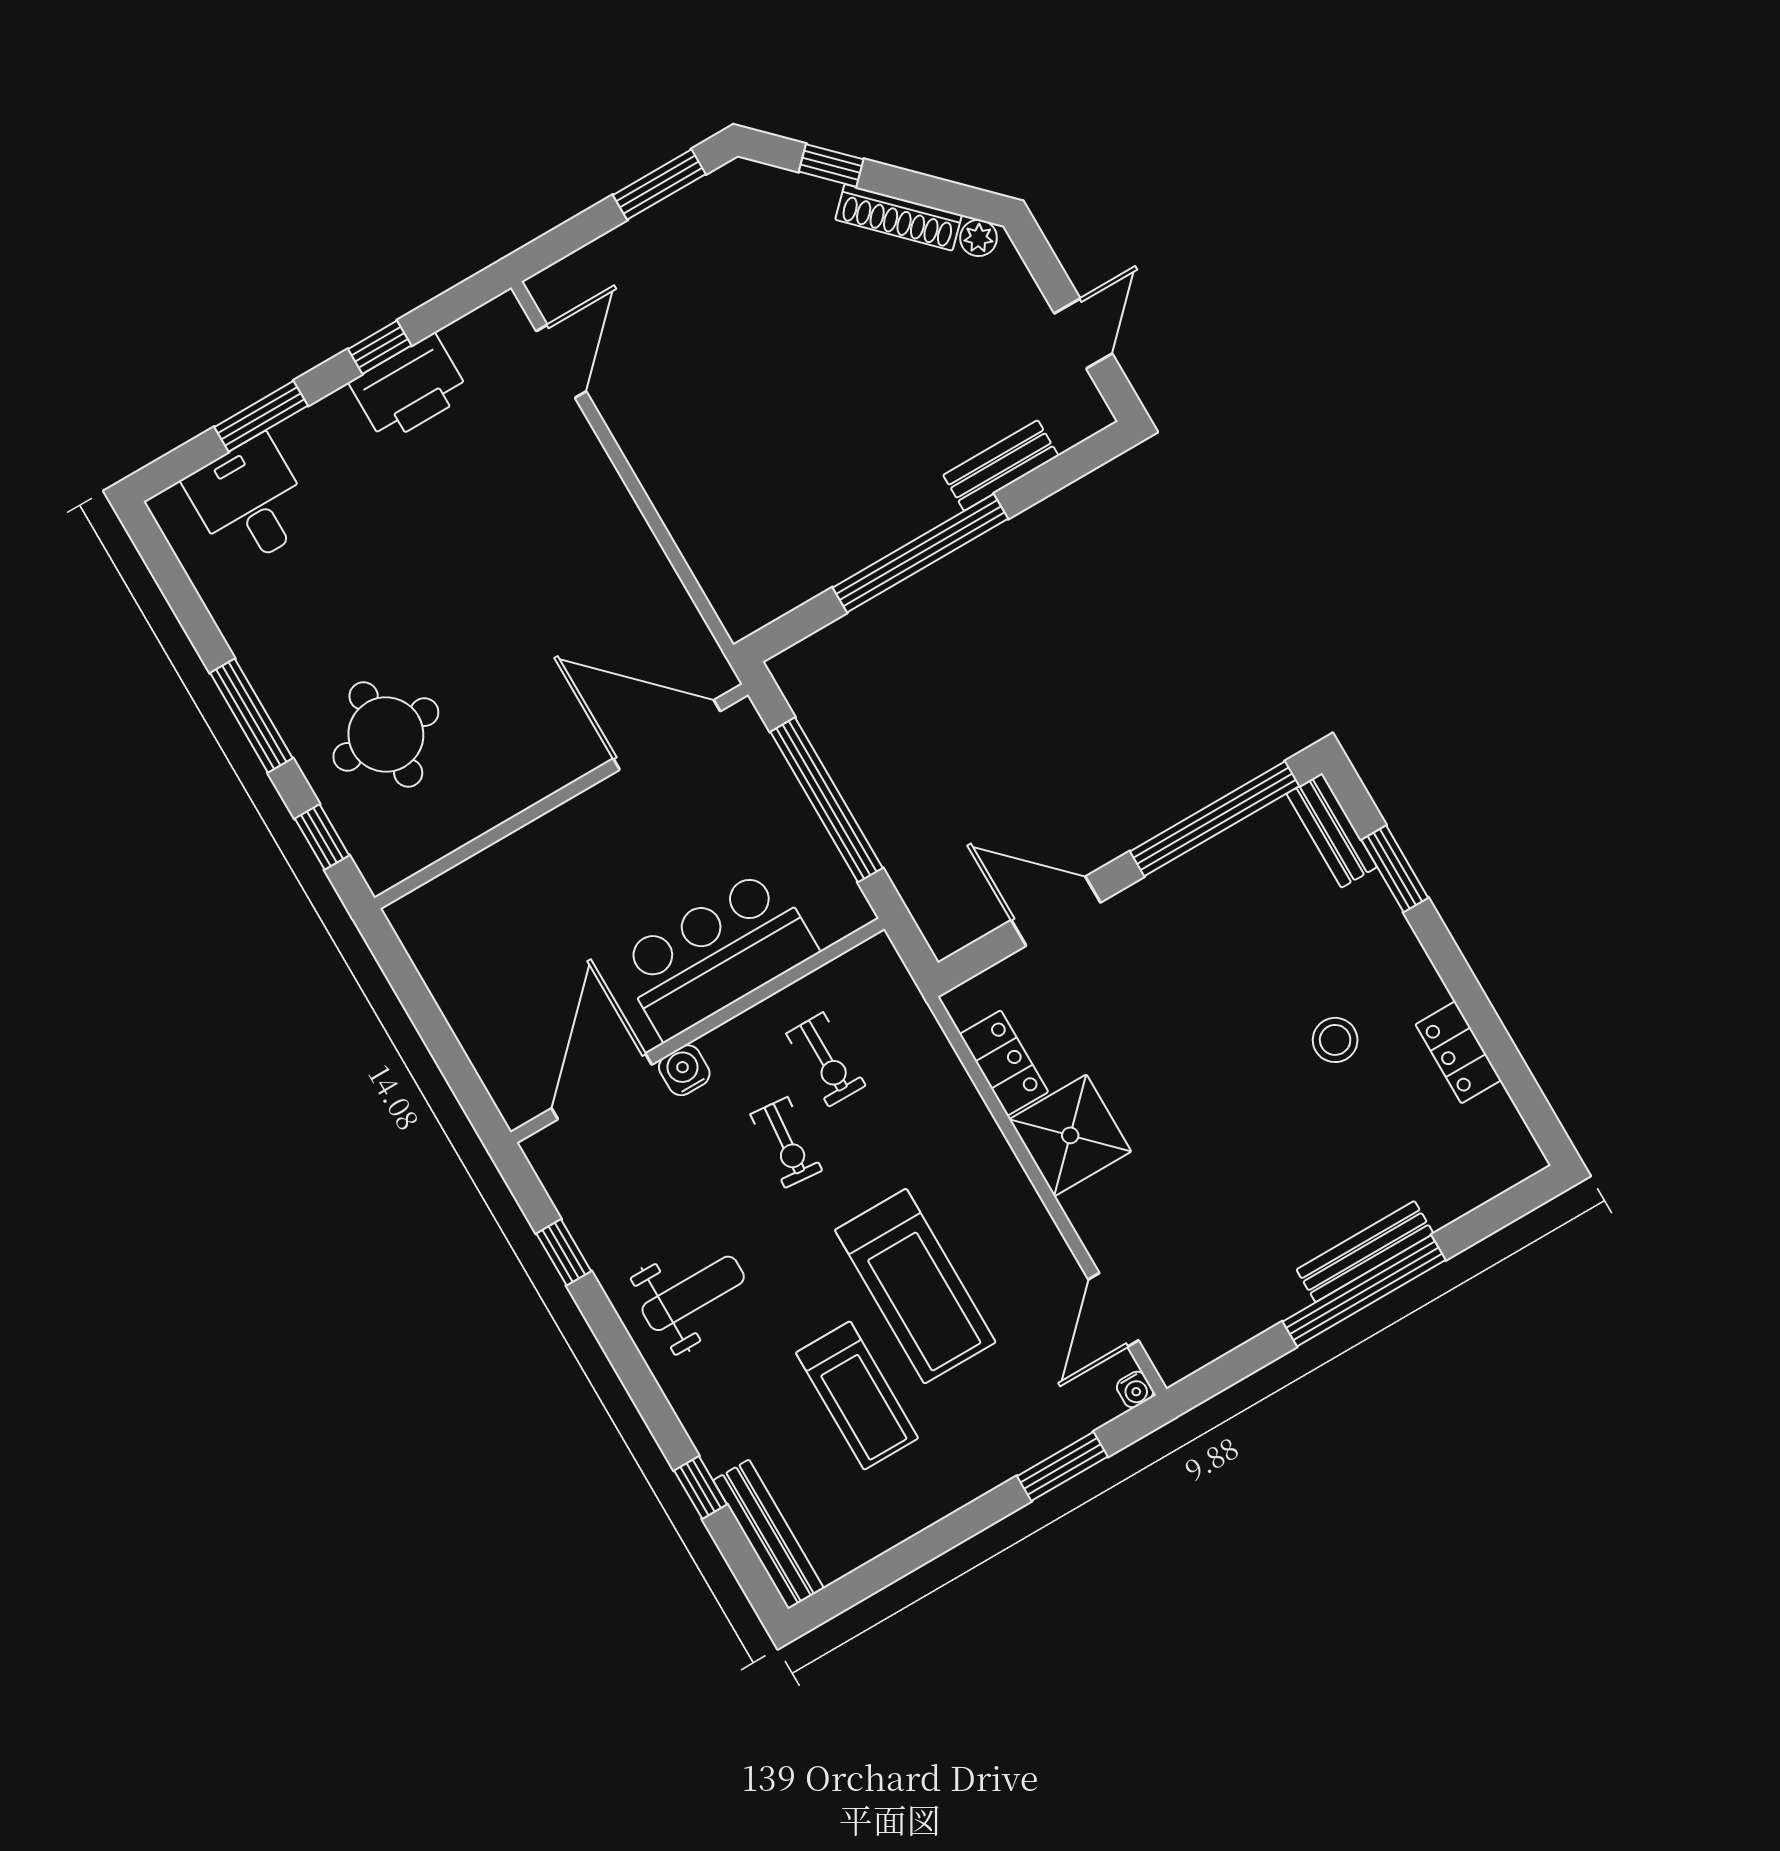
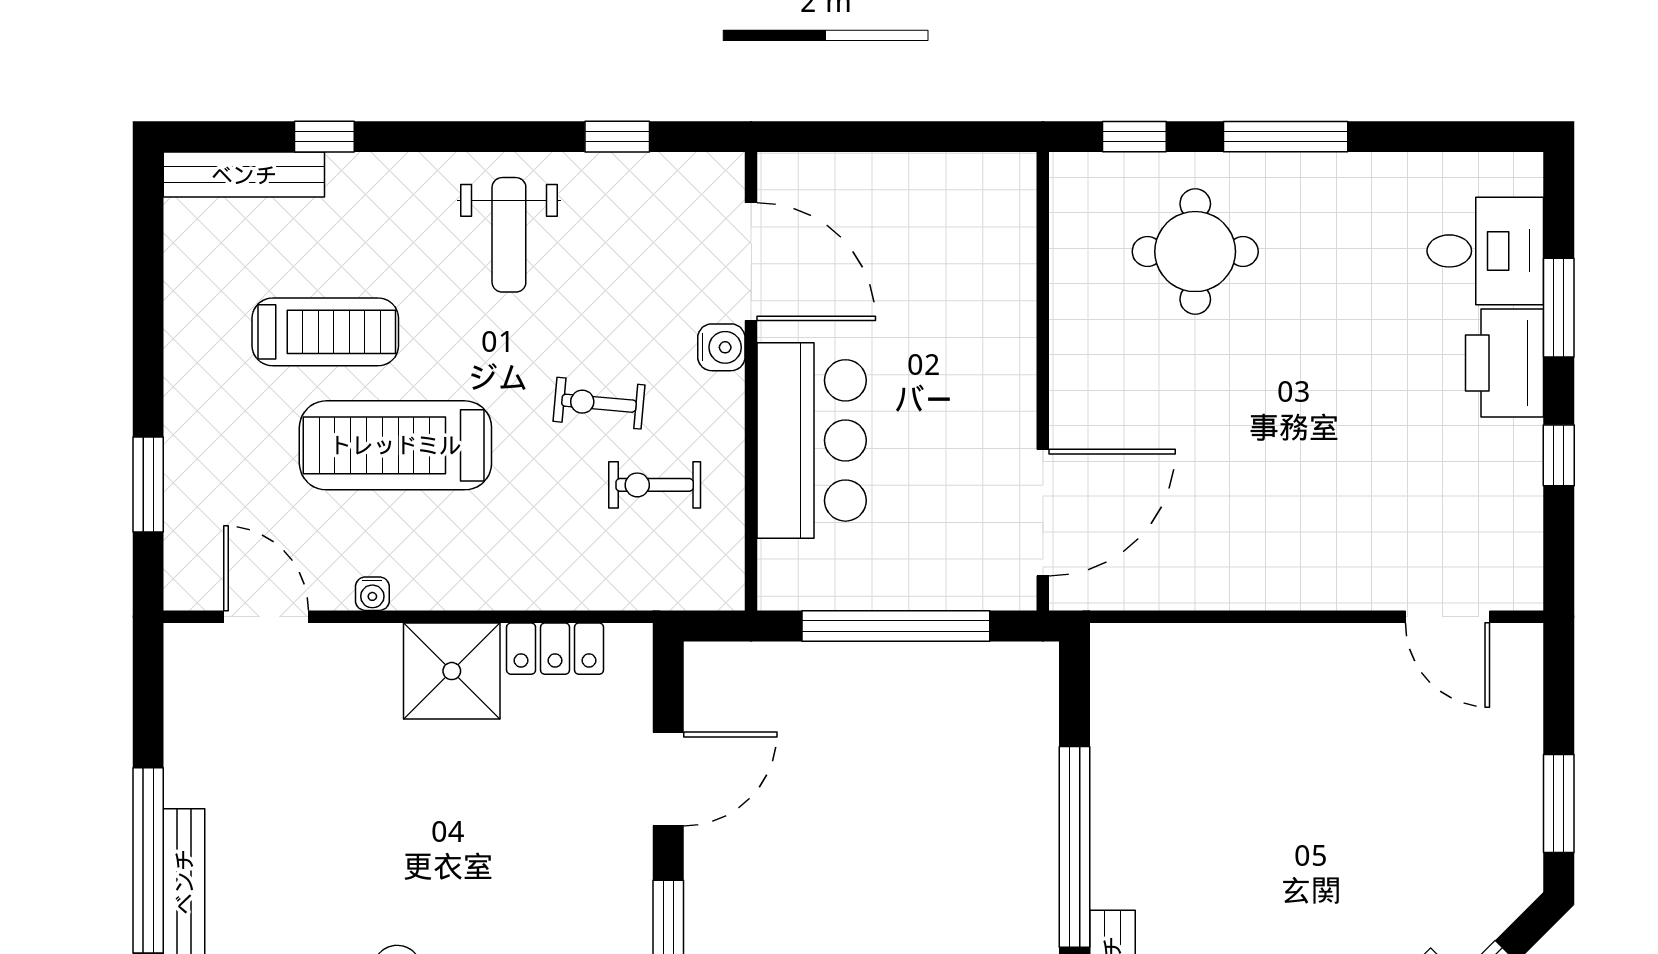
printer: (409, 388) -> (1505, 363), moved
water cooler: (1135, 1390) -> (372, 594), moved, turned -90
treadmill: (857, 1396) -> (325, 332), turned 180

